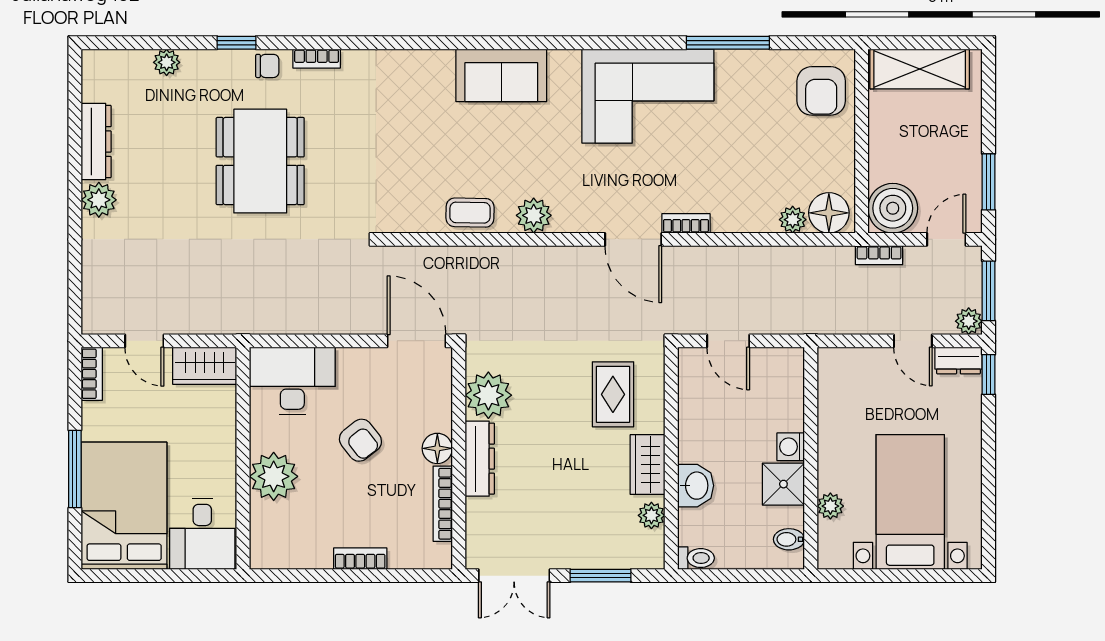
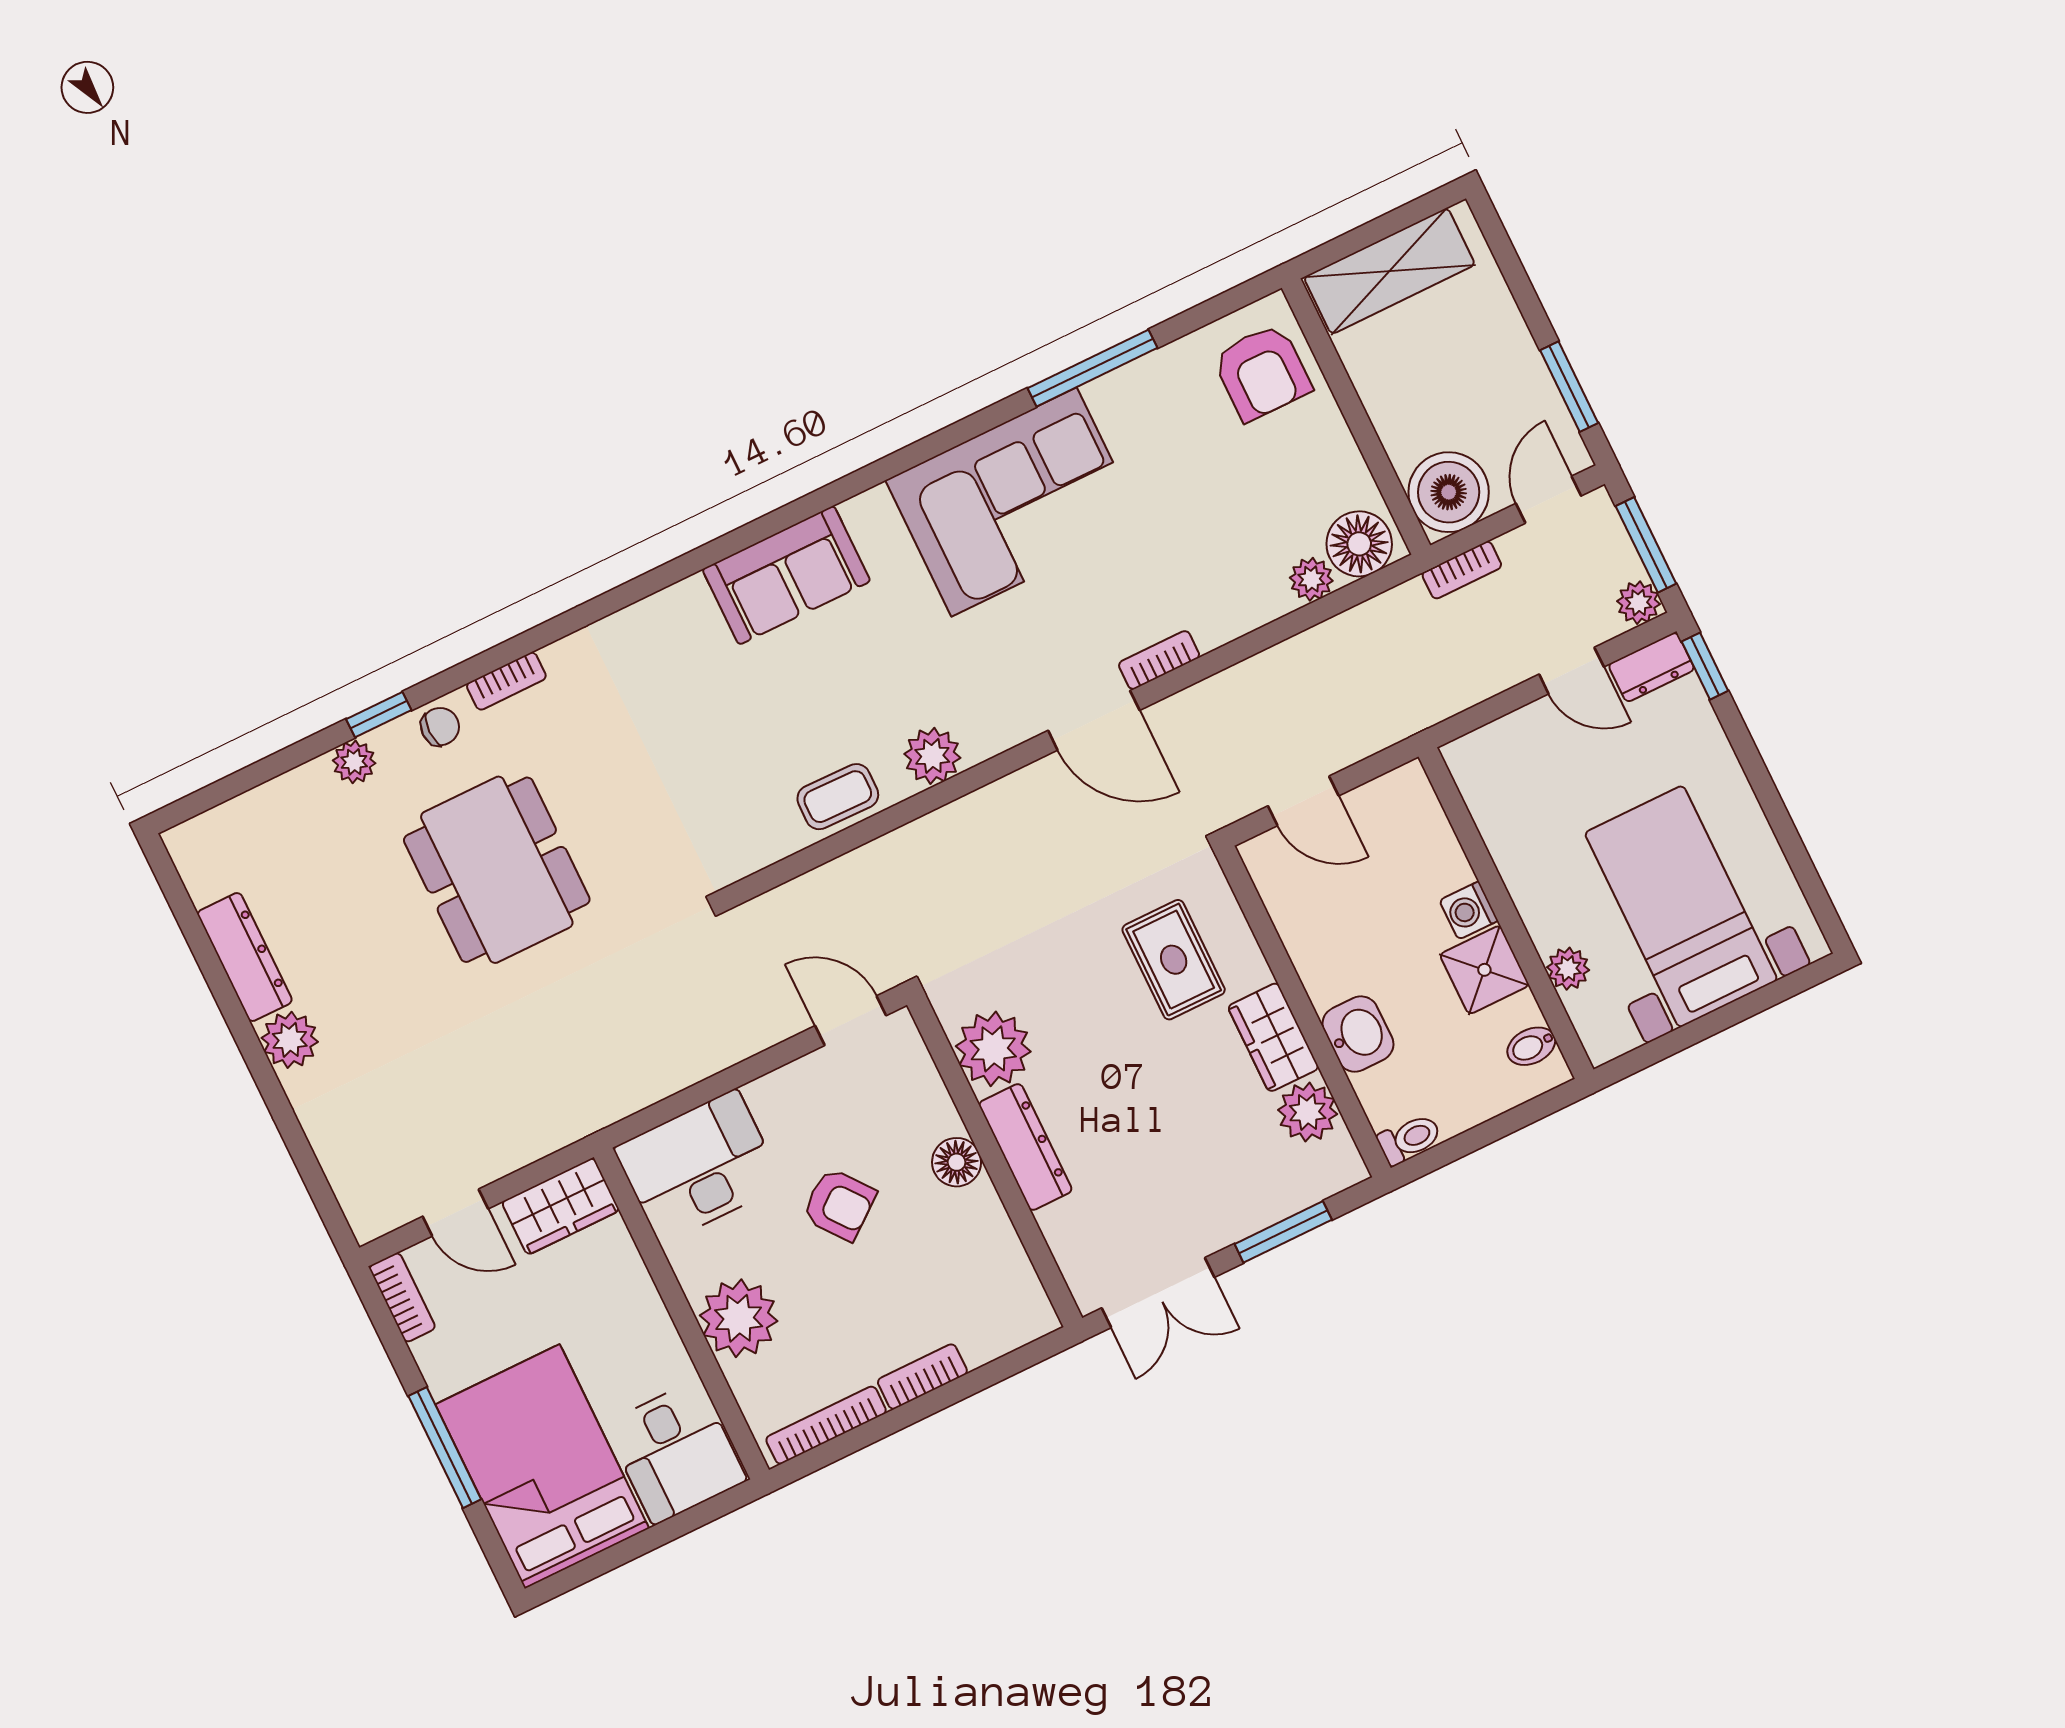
plant: (167, 62) -> (354, 762), moved
door: (417, 341) -> (851, 1021), width x0.73
bookcase: (443, 504) -> (826, 1425), moved, turned 90
plant: (651, 515) -> (1308, 1112), width x1.38, depth x1.38

